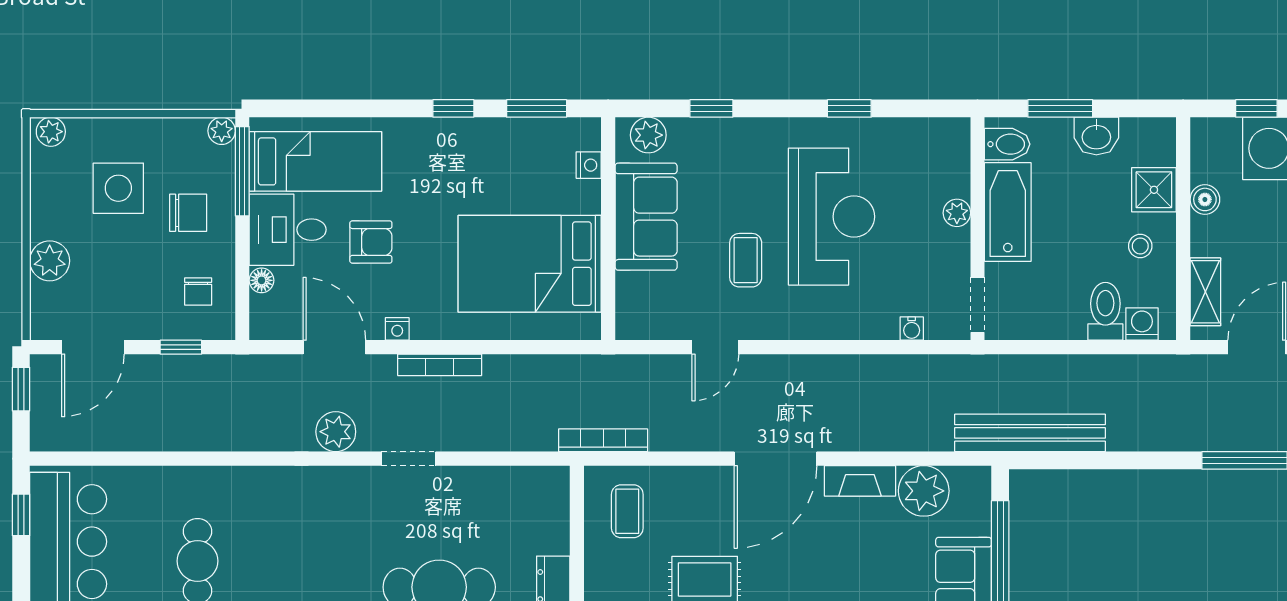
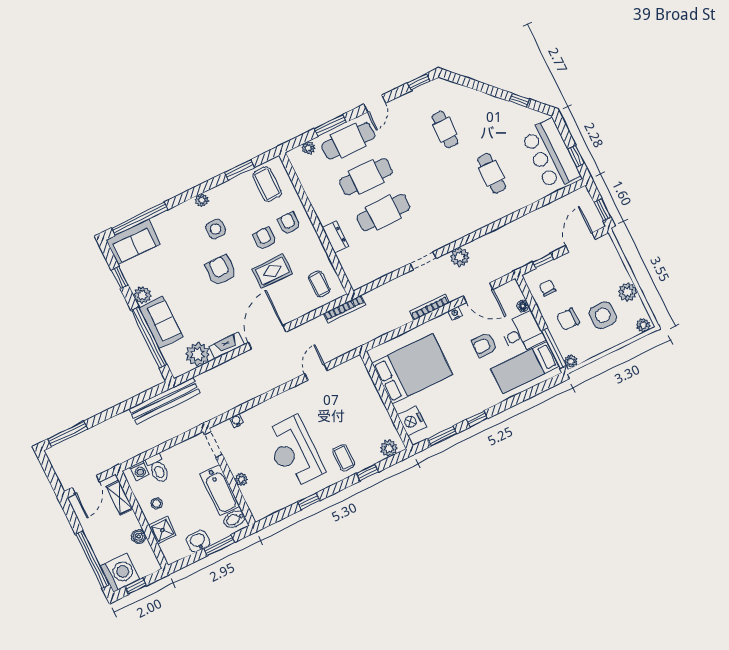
nightstand: (589, 165) -> (412, 421), width x1.89, depth x1.79
sofa: (646, 217) -> (373, 413), removed
coffee table: (746, 260) -> (344, 458), moved
plant: (50, 261) -> (628, 292), moved

